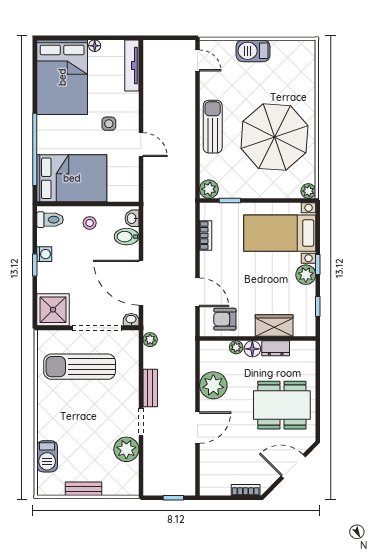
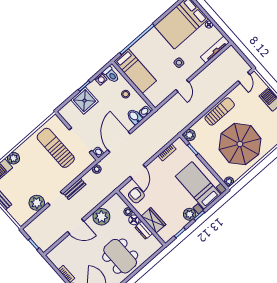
bed: (72, 178) -> (135, 71), width x0.67
washing machine: (44, 254) -> (101, 79), moved
shower: (53, 310) -> (85, 101), moved
plant: (47, 430) -> (13, 158), added

